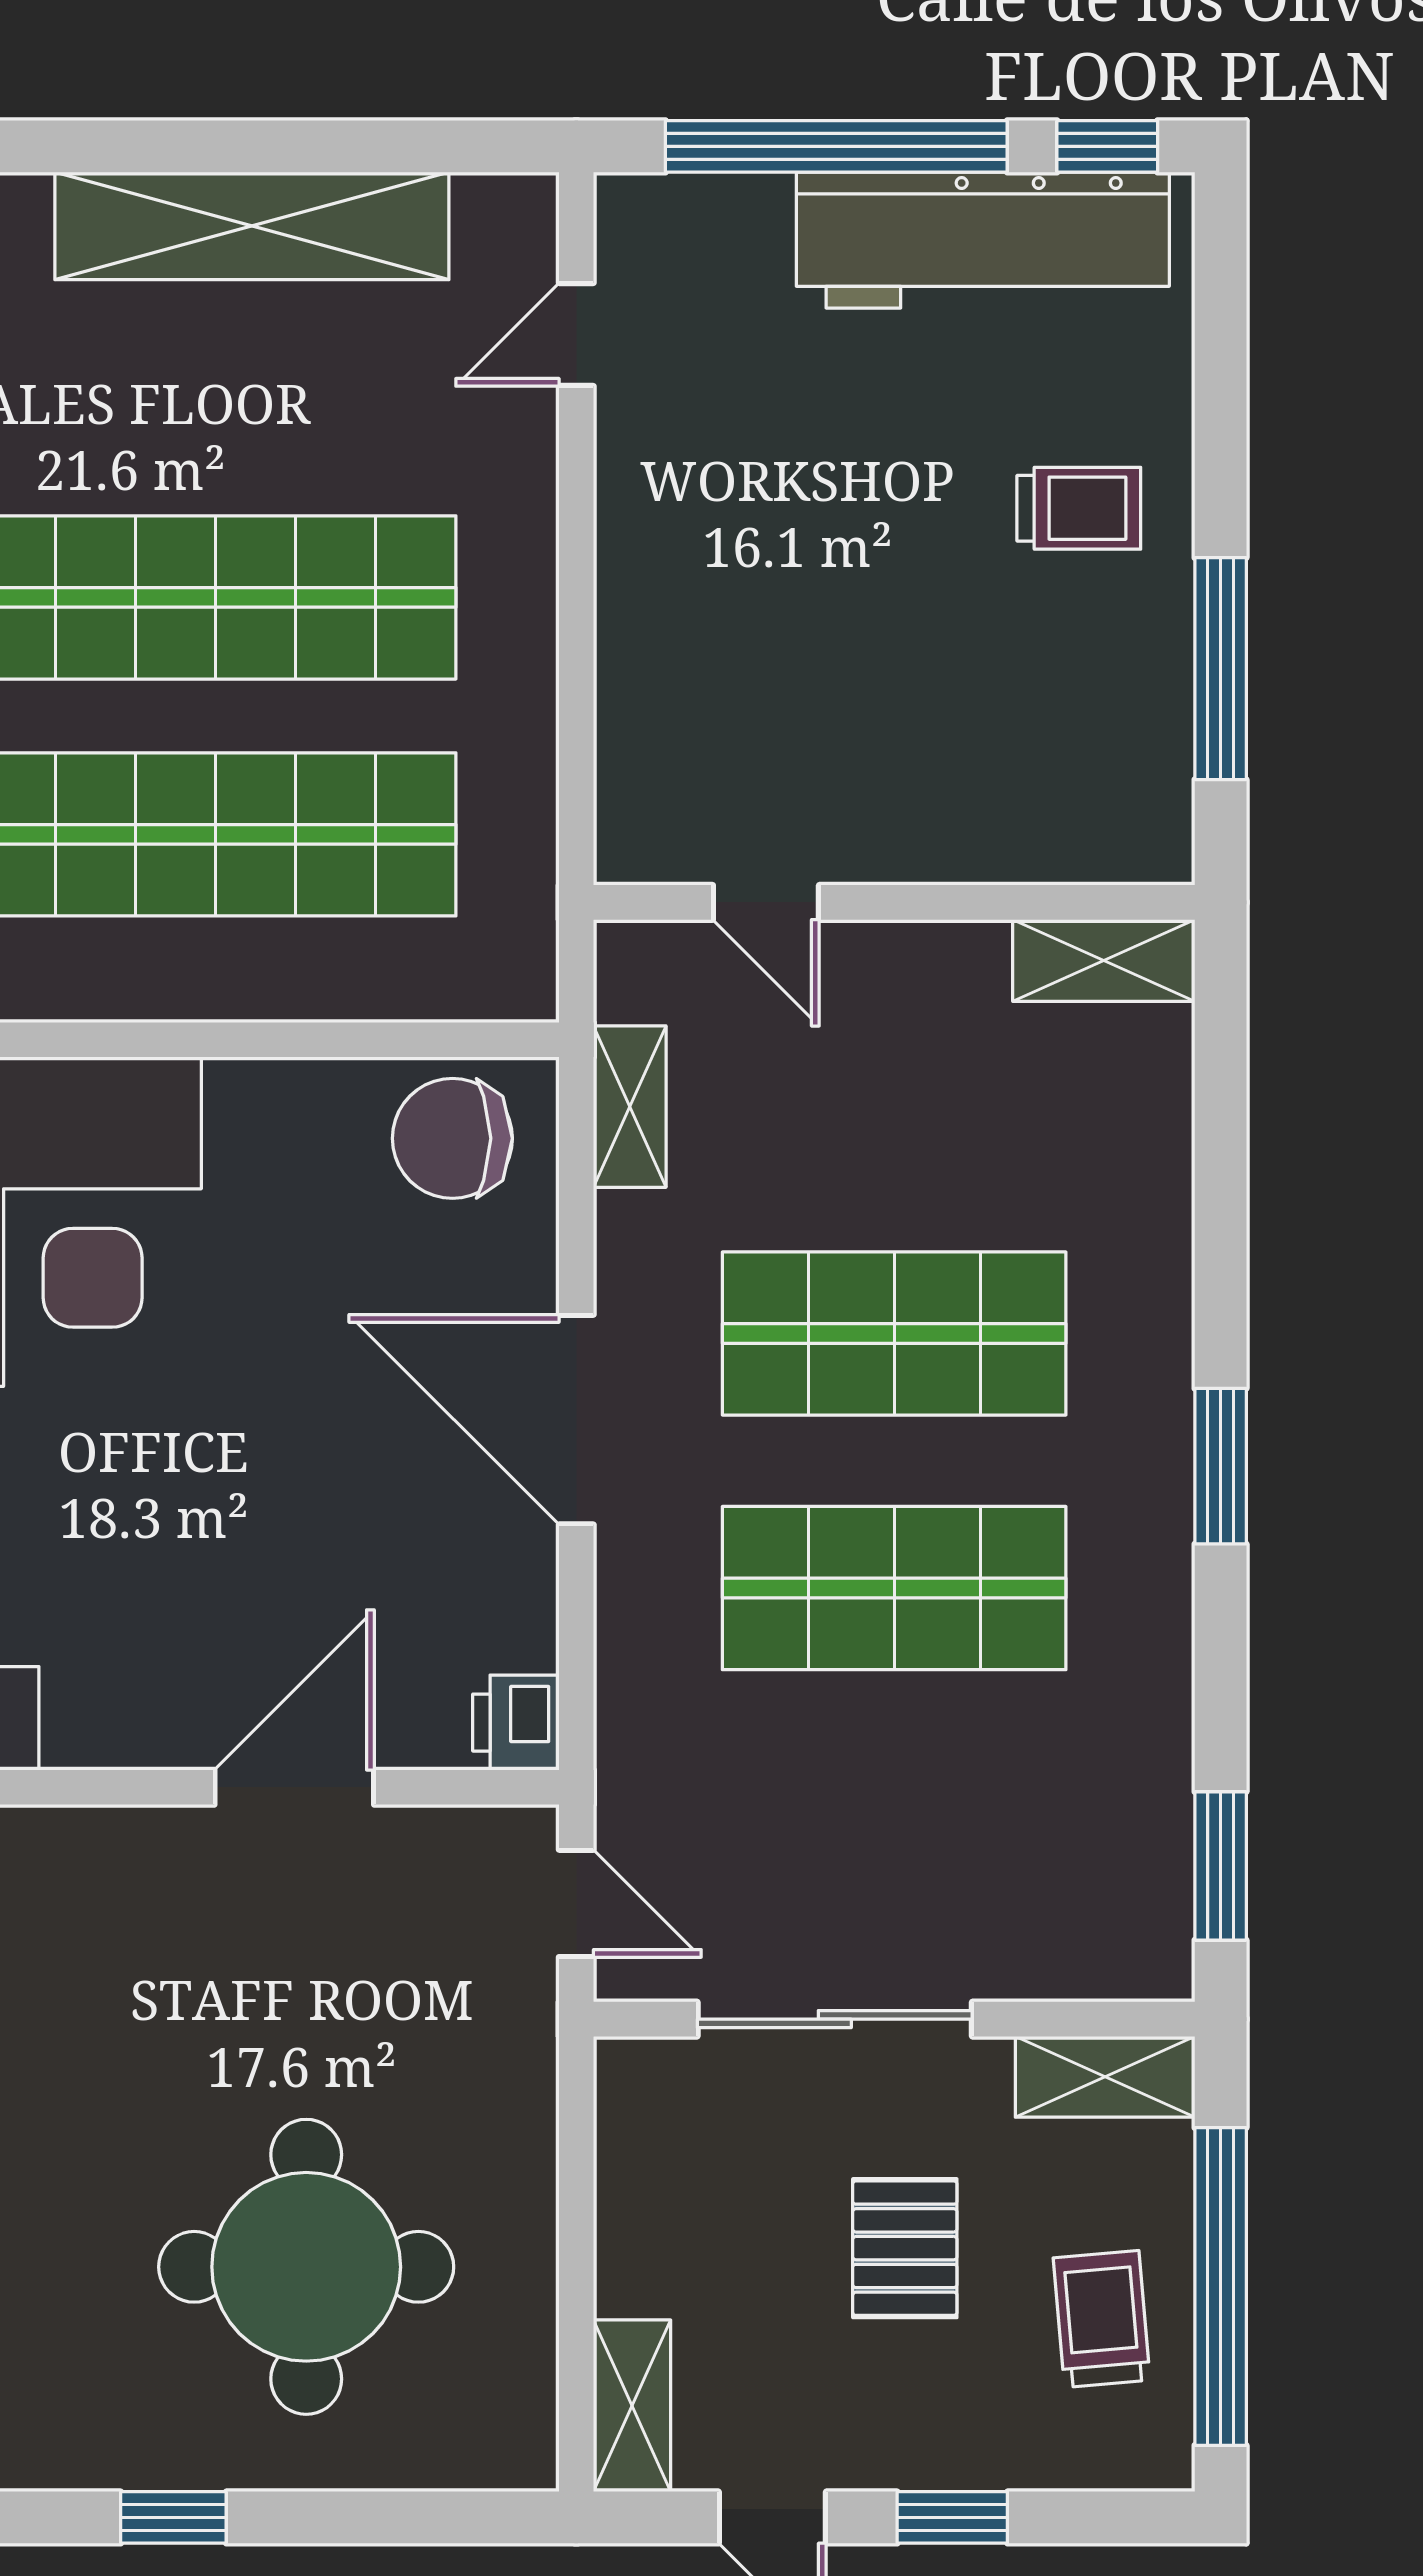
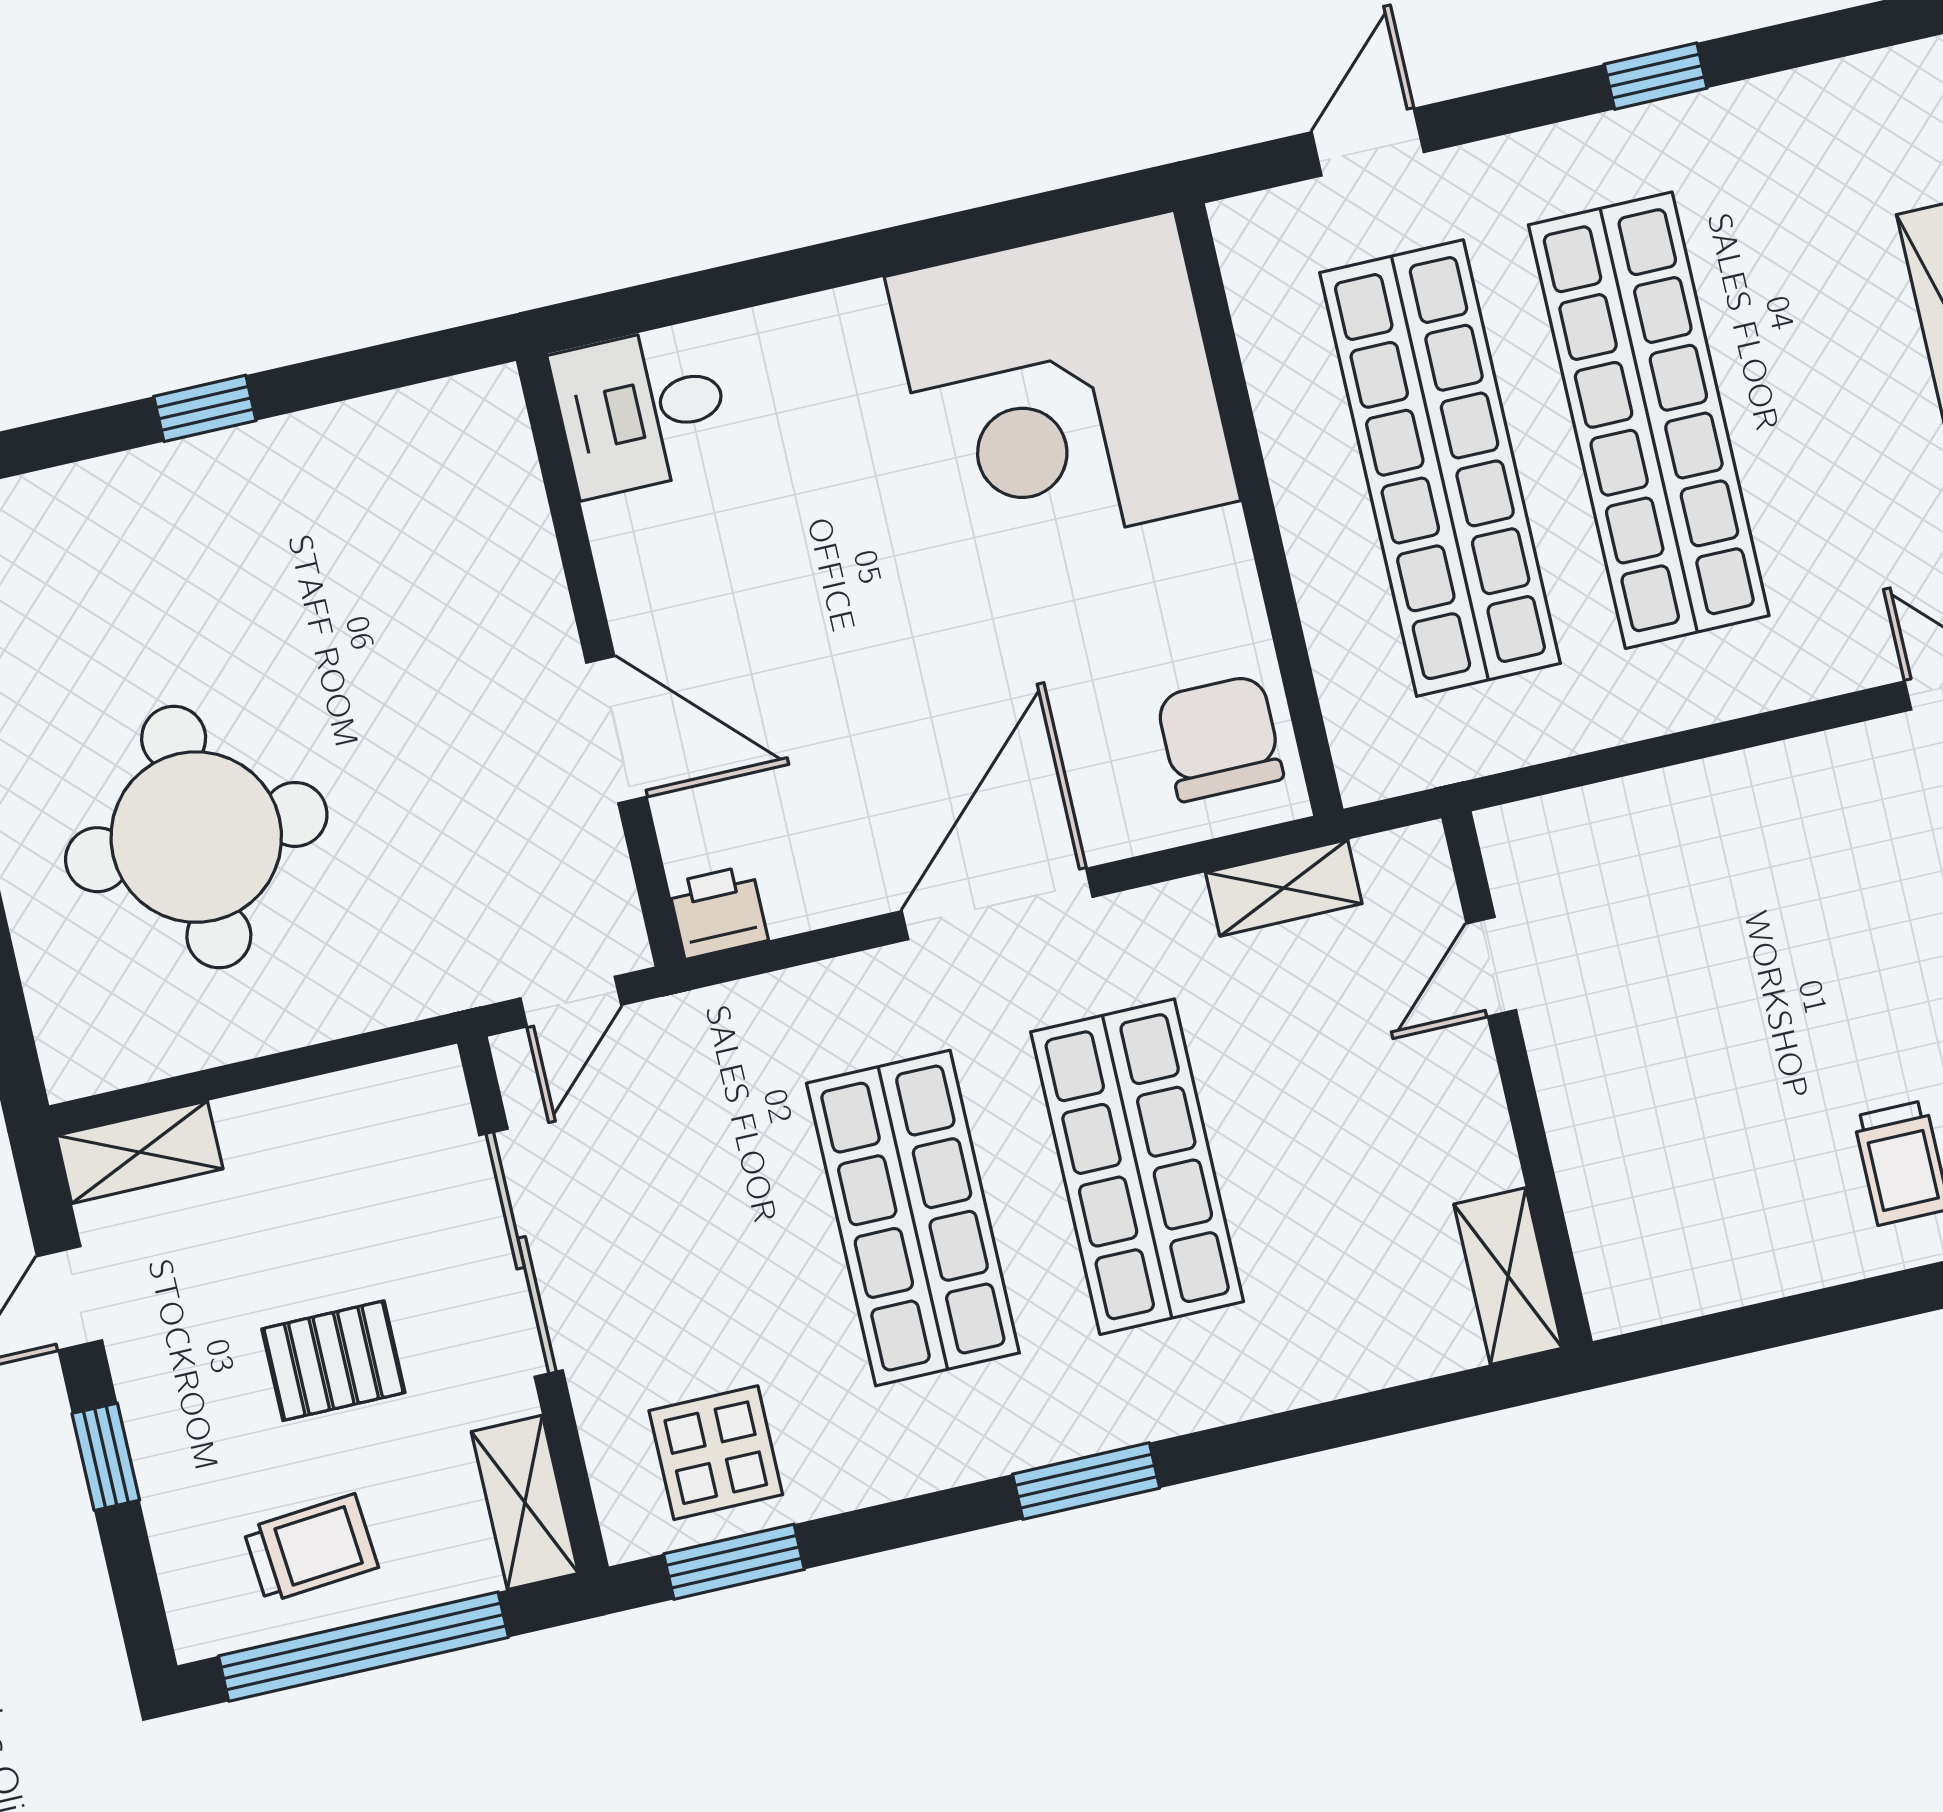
window: (1221, 669) -> (1789, 1320), removed
display table: (1098, 1859) -> (716, 1453), added

